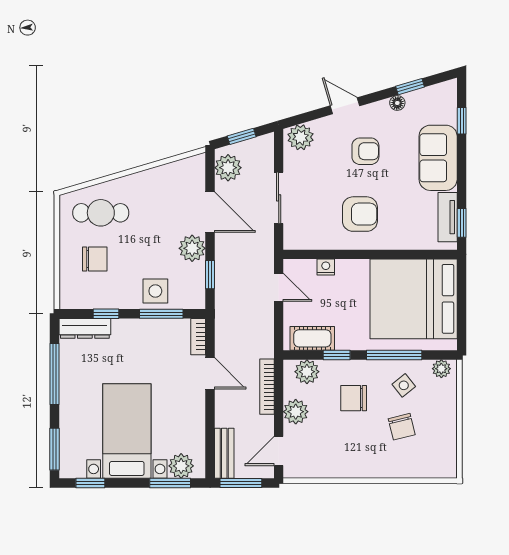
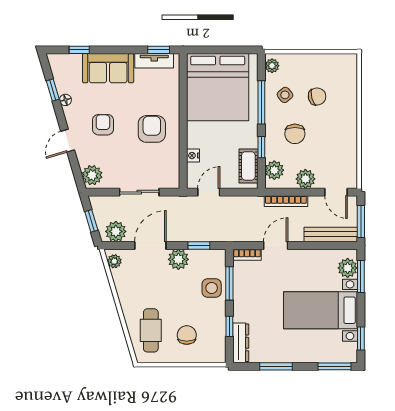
plant: (190, 166) -> (114, 261), added
window: (55, 374) -> (276, 366), width x0.69
bench: (224, 453) -> (331, 234), width x1.36

